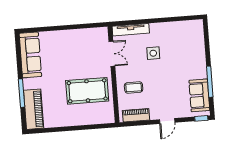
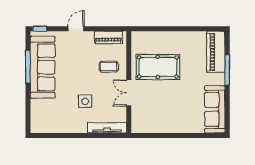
double door: (112, 54) -> (129, 93), moved
sofa: (199, 95) -> (43, 67), width x1.85, depth x1.27

